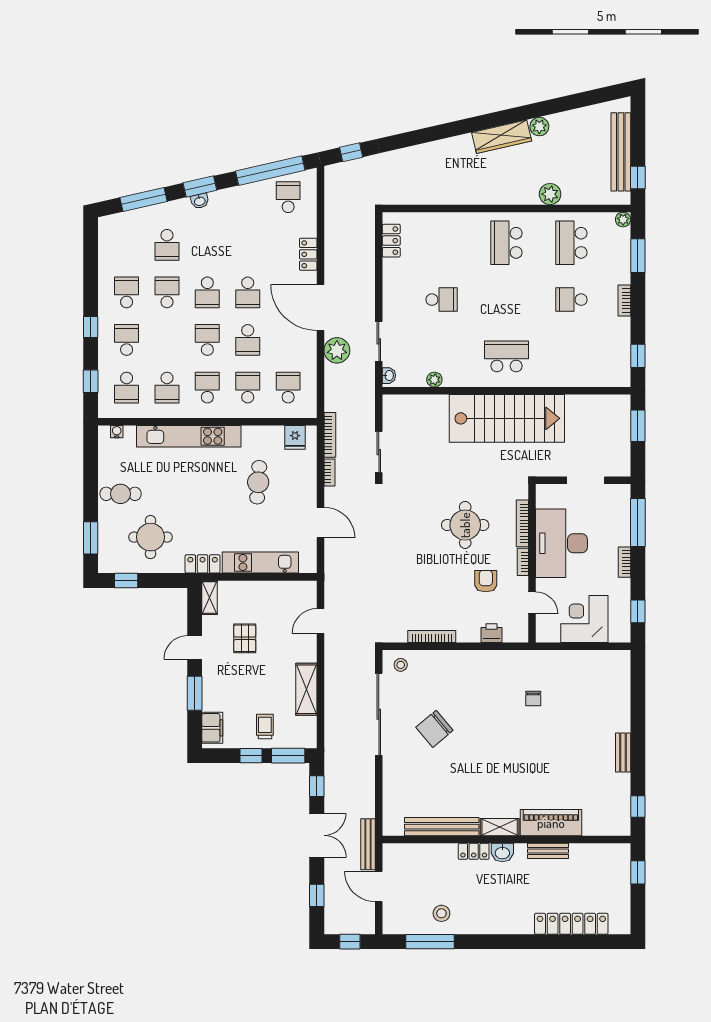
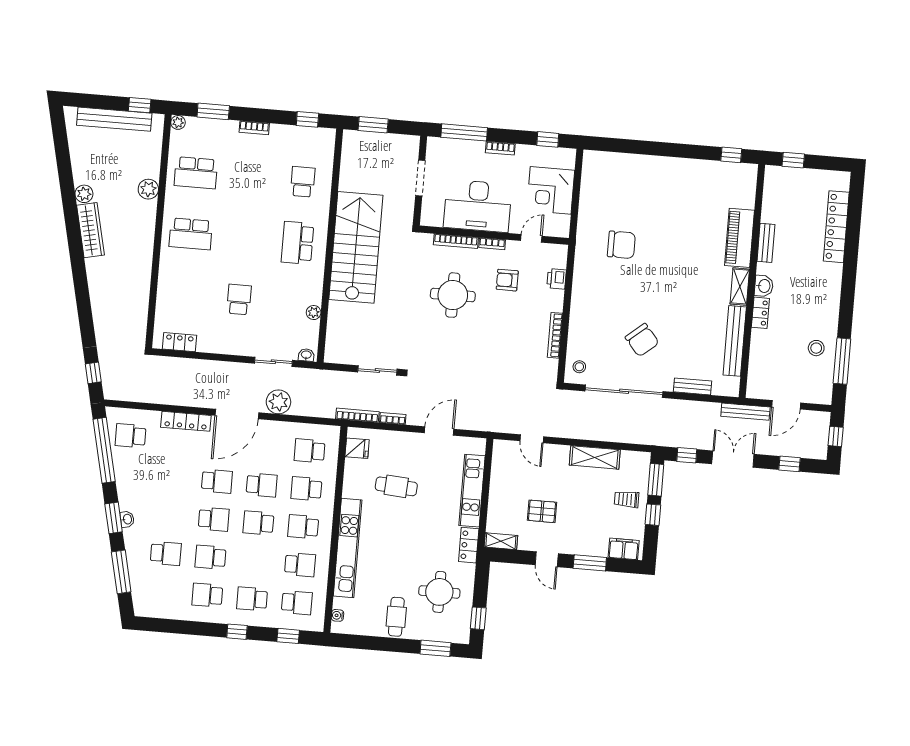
locker: (308, 254) -> (186, 421), width x1.53
school desk: (571, 300) -> (303, 182), moved, turned 180
chair: (533, 698) -> (621, 245), width x1.87, depth x1.87
bench: (623, 753) -> (692, 386), moved

